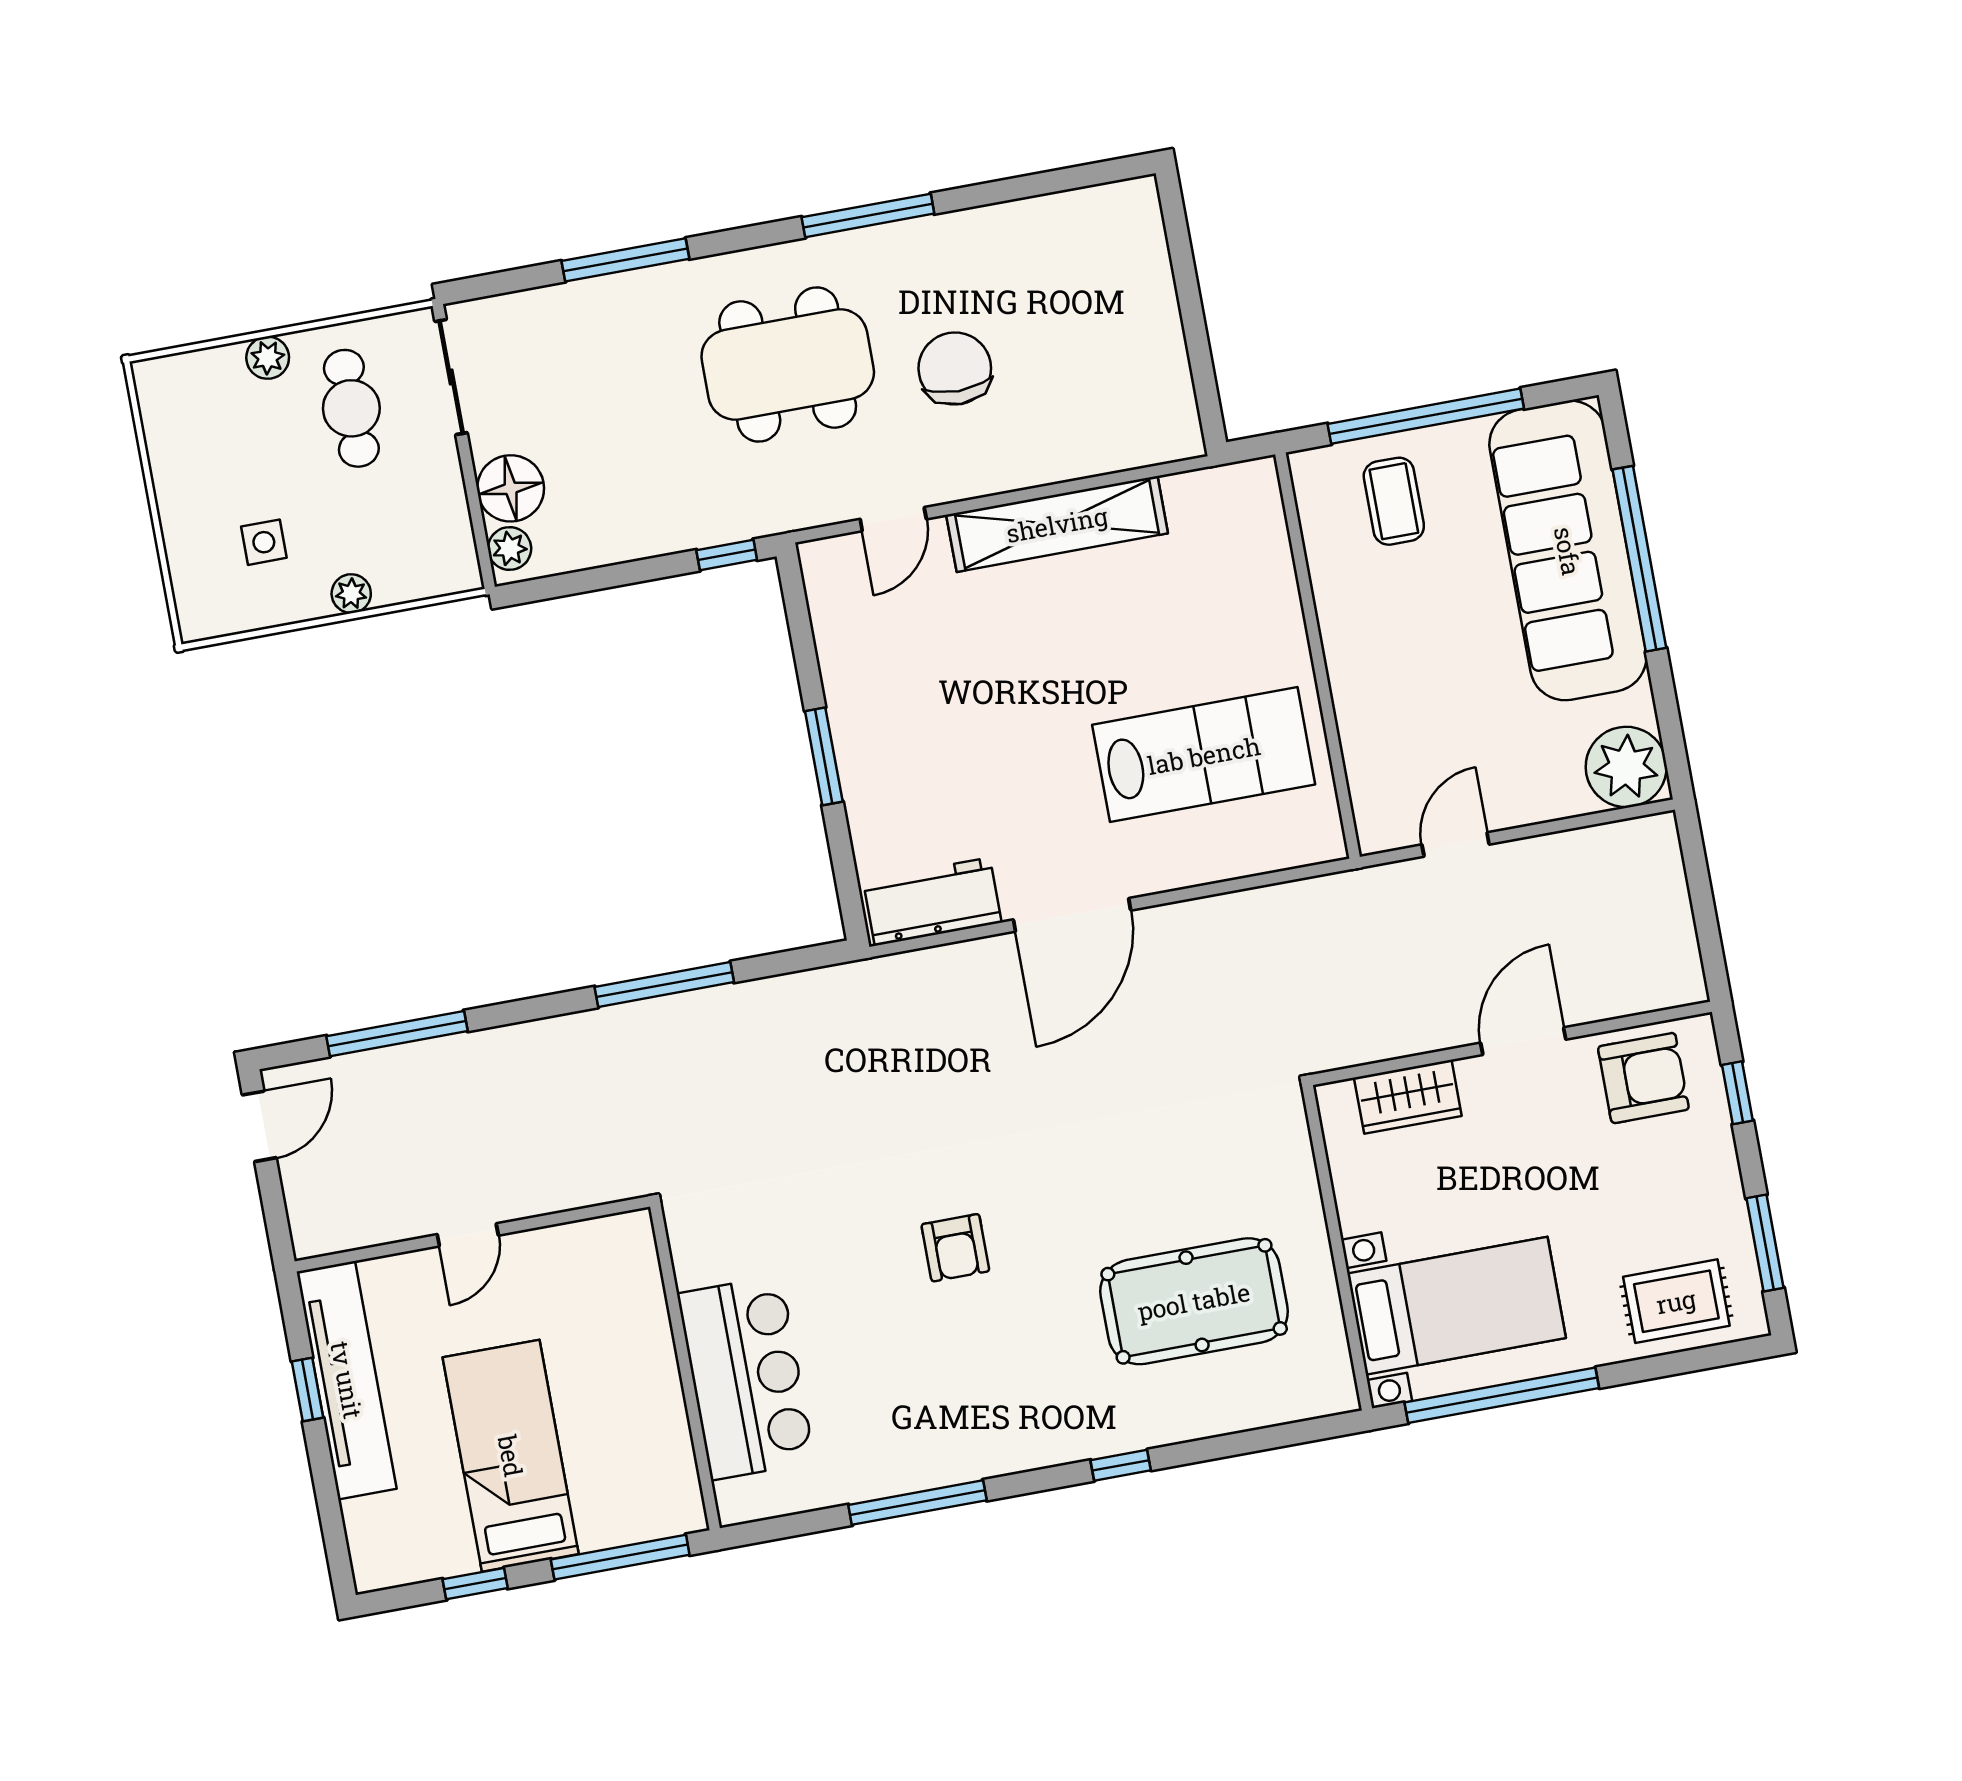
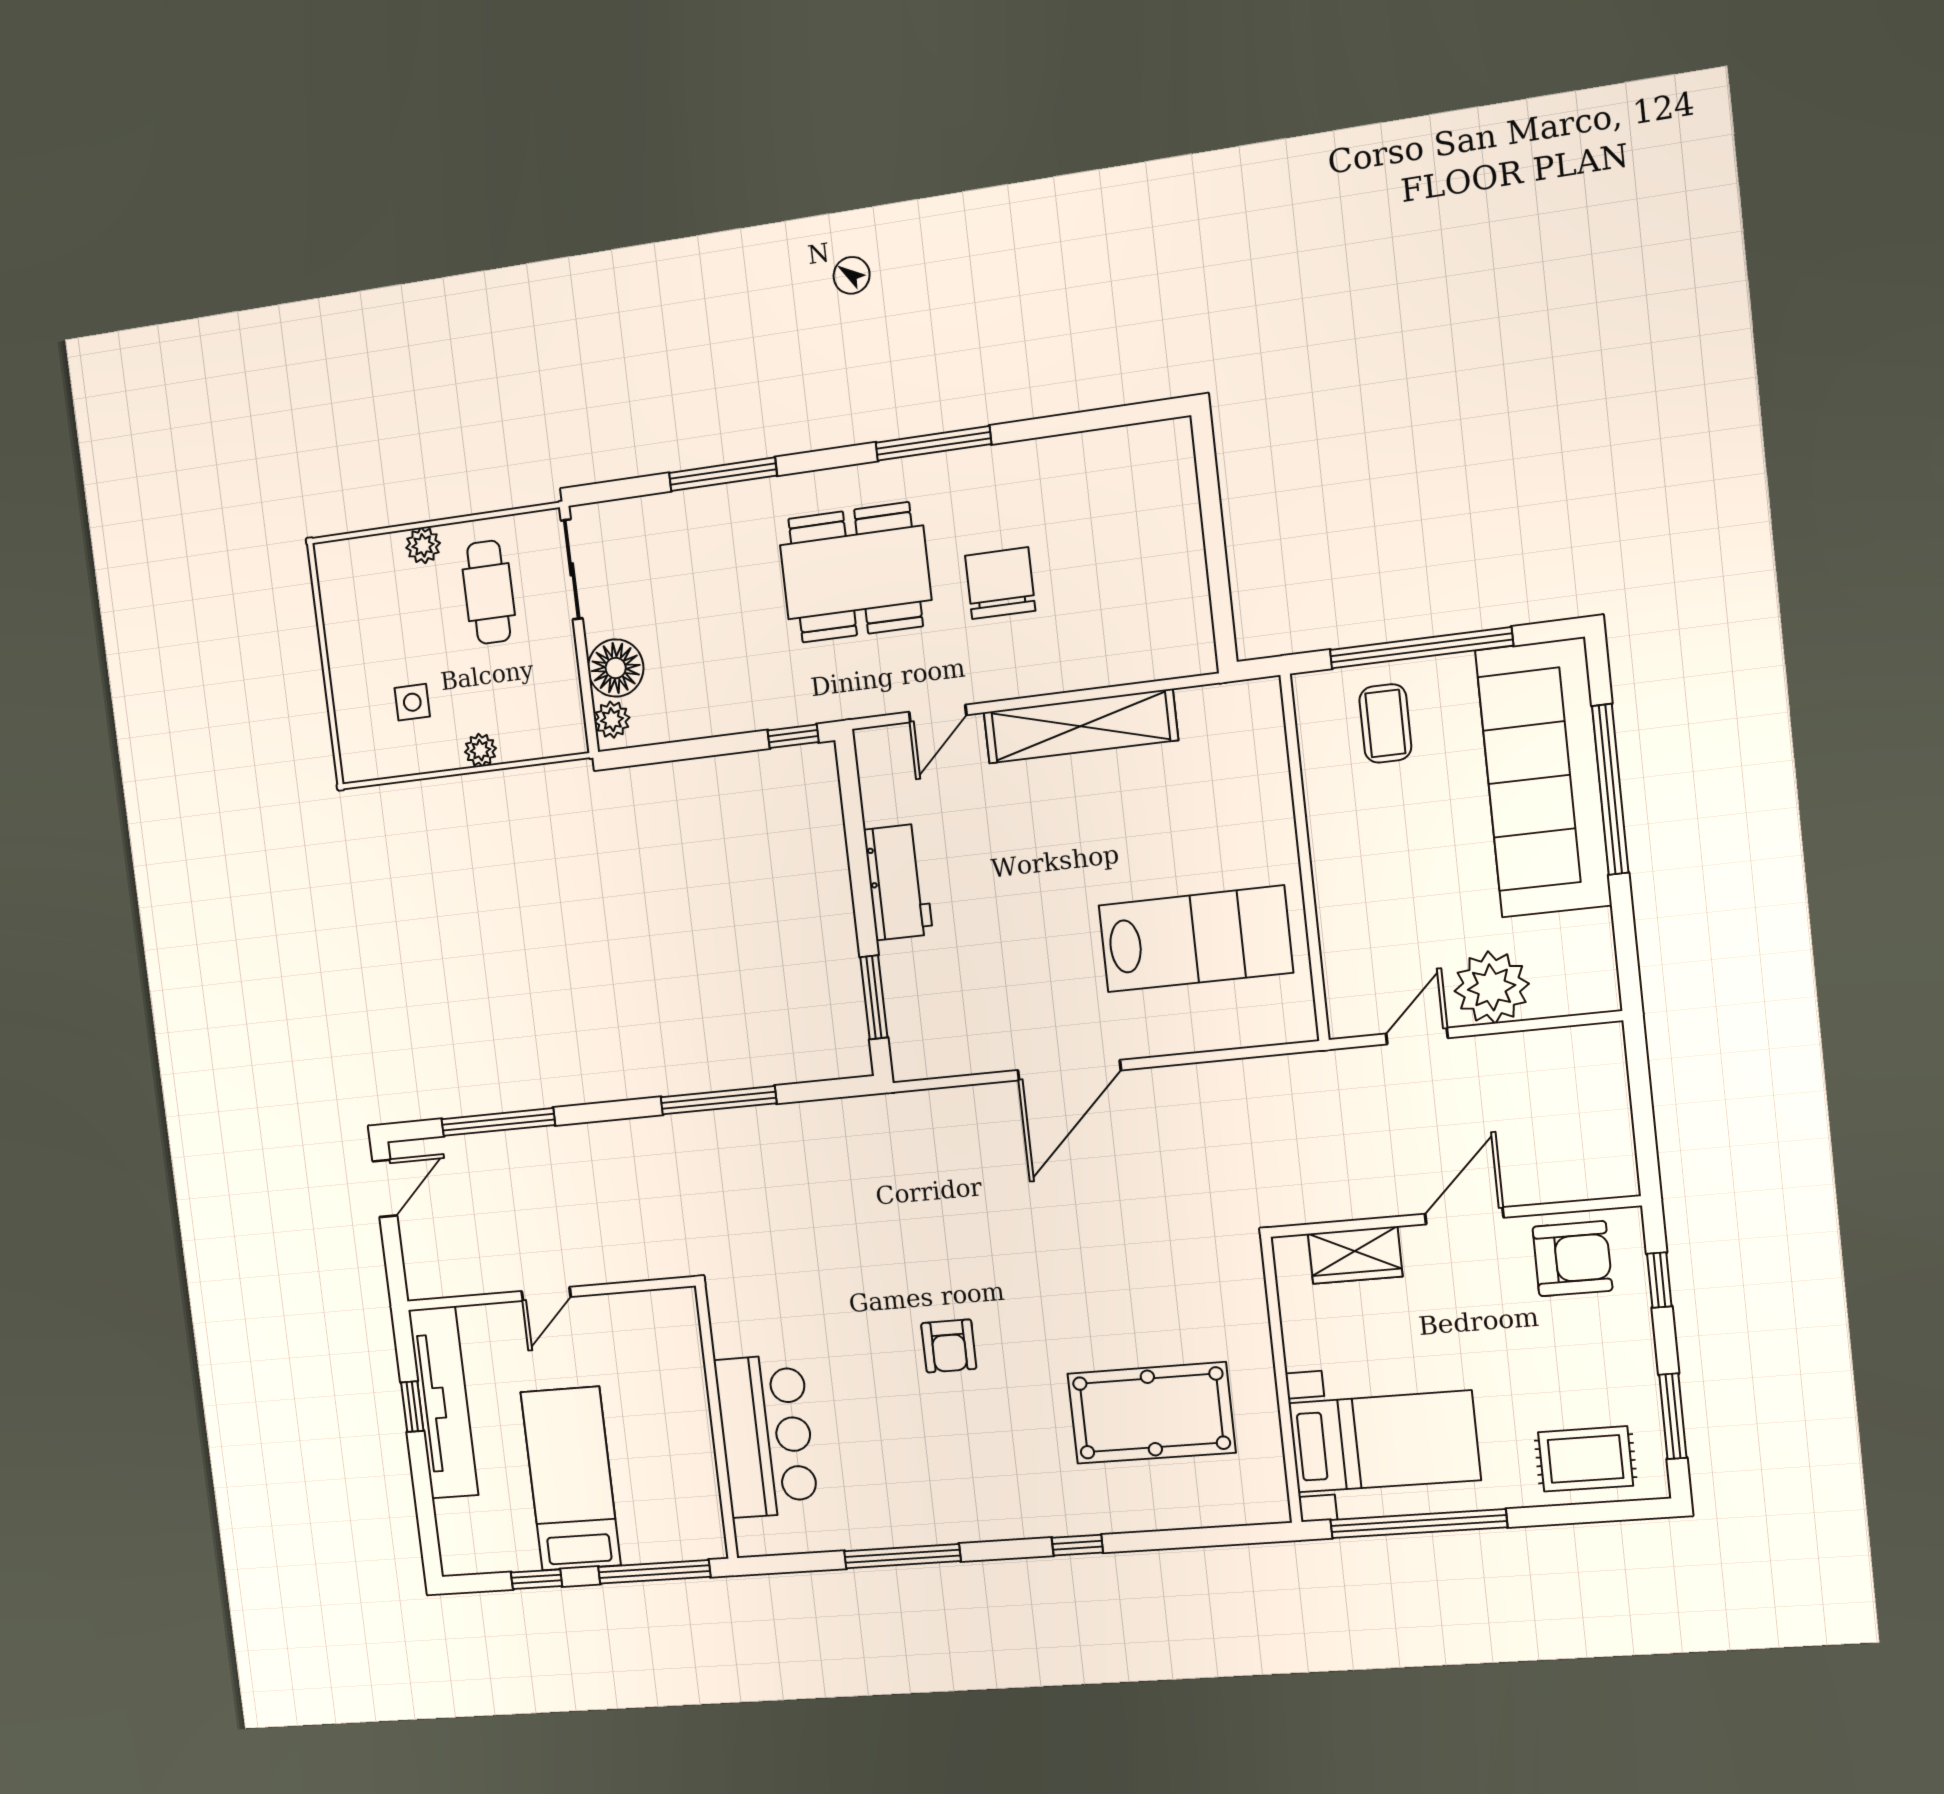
window: (824, 756) -> (874, 997), moved
plant: (1626, 767) -> (1492, 987), moved
workbench: (932, 902) -> (898, 882), moved, turned 90

